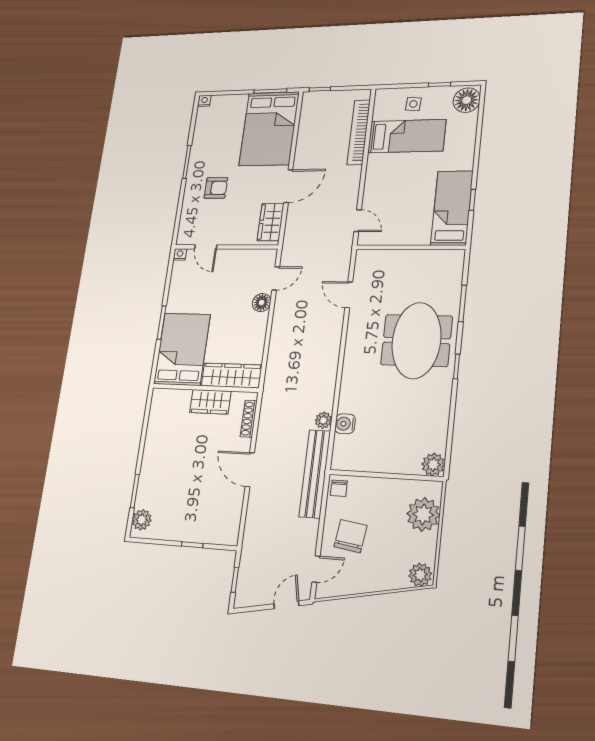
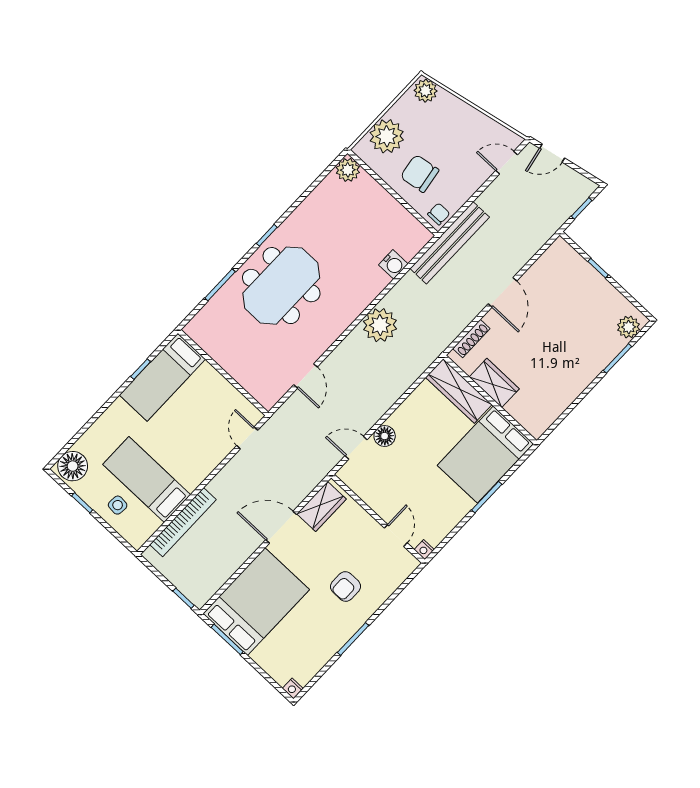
armchair: (216, 188) -> (346, 587), turned -90
plant: (323, 420) -> (380, 325), moved, width x1.88, depth x1.88
chair: (350, 536) -> (420, 174), moved, turned 73

